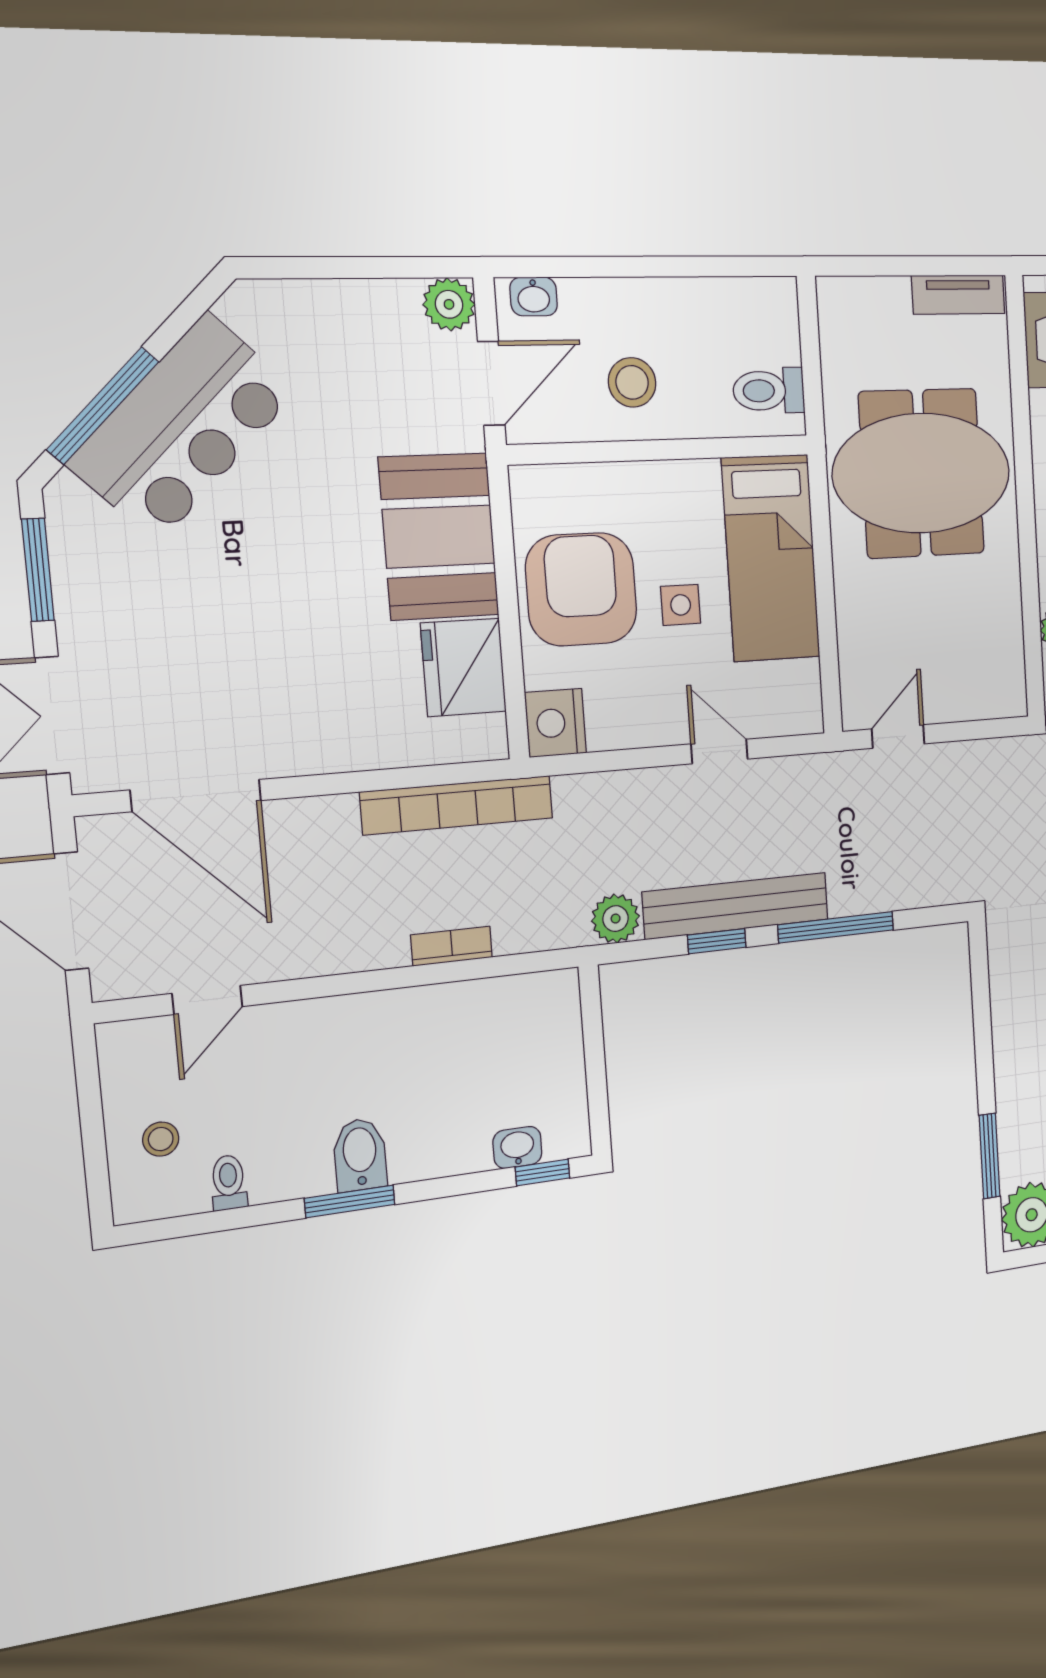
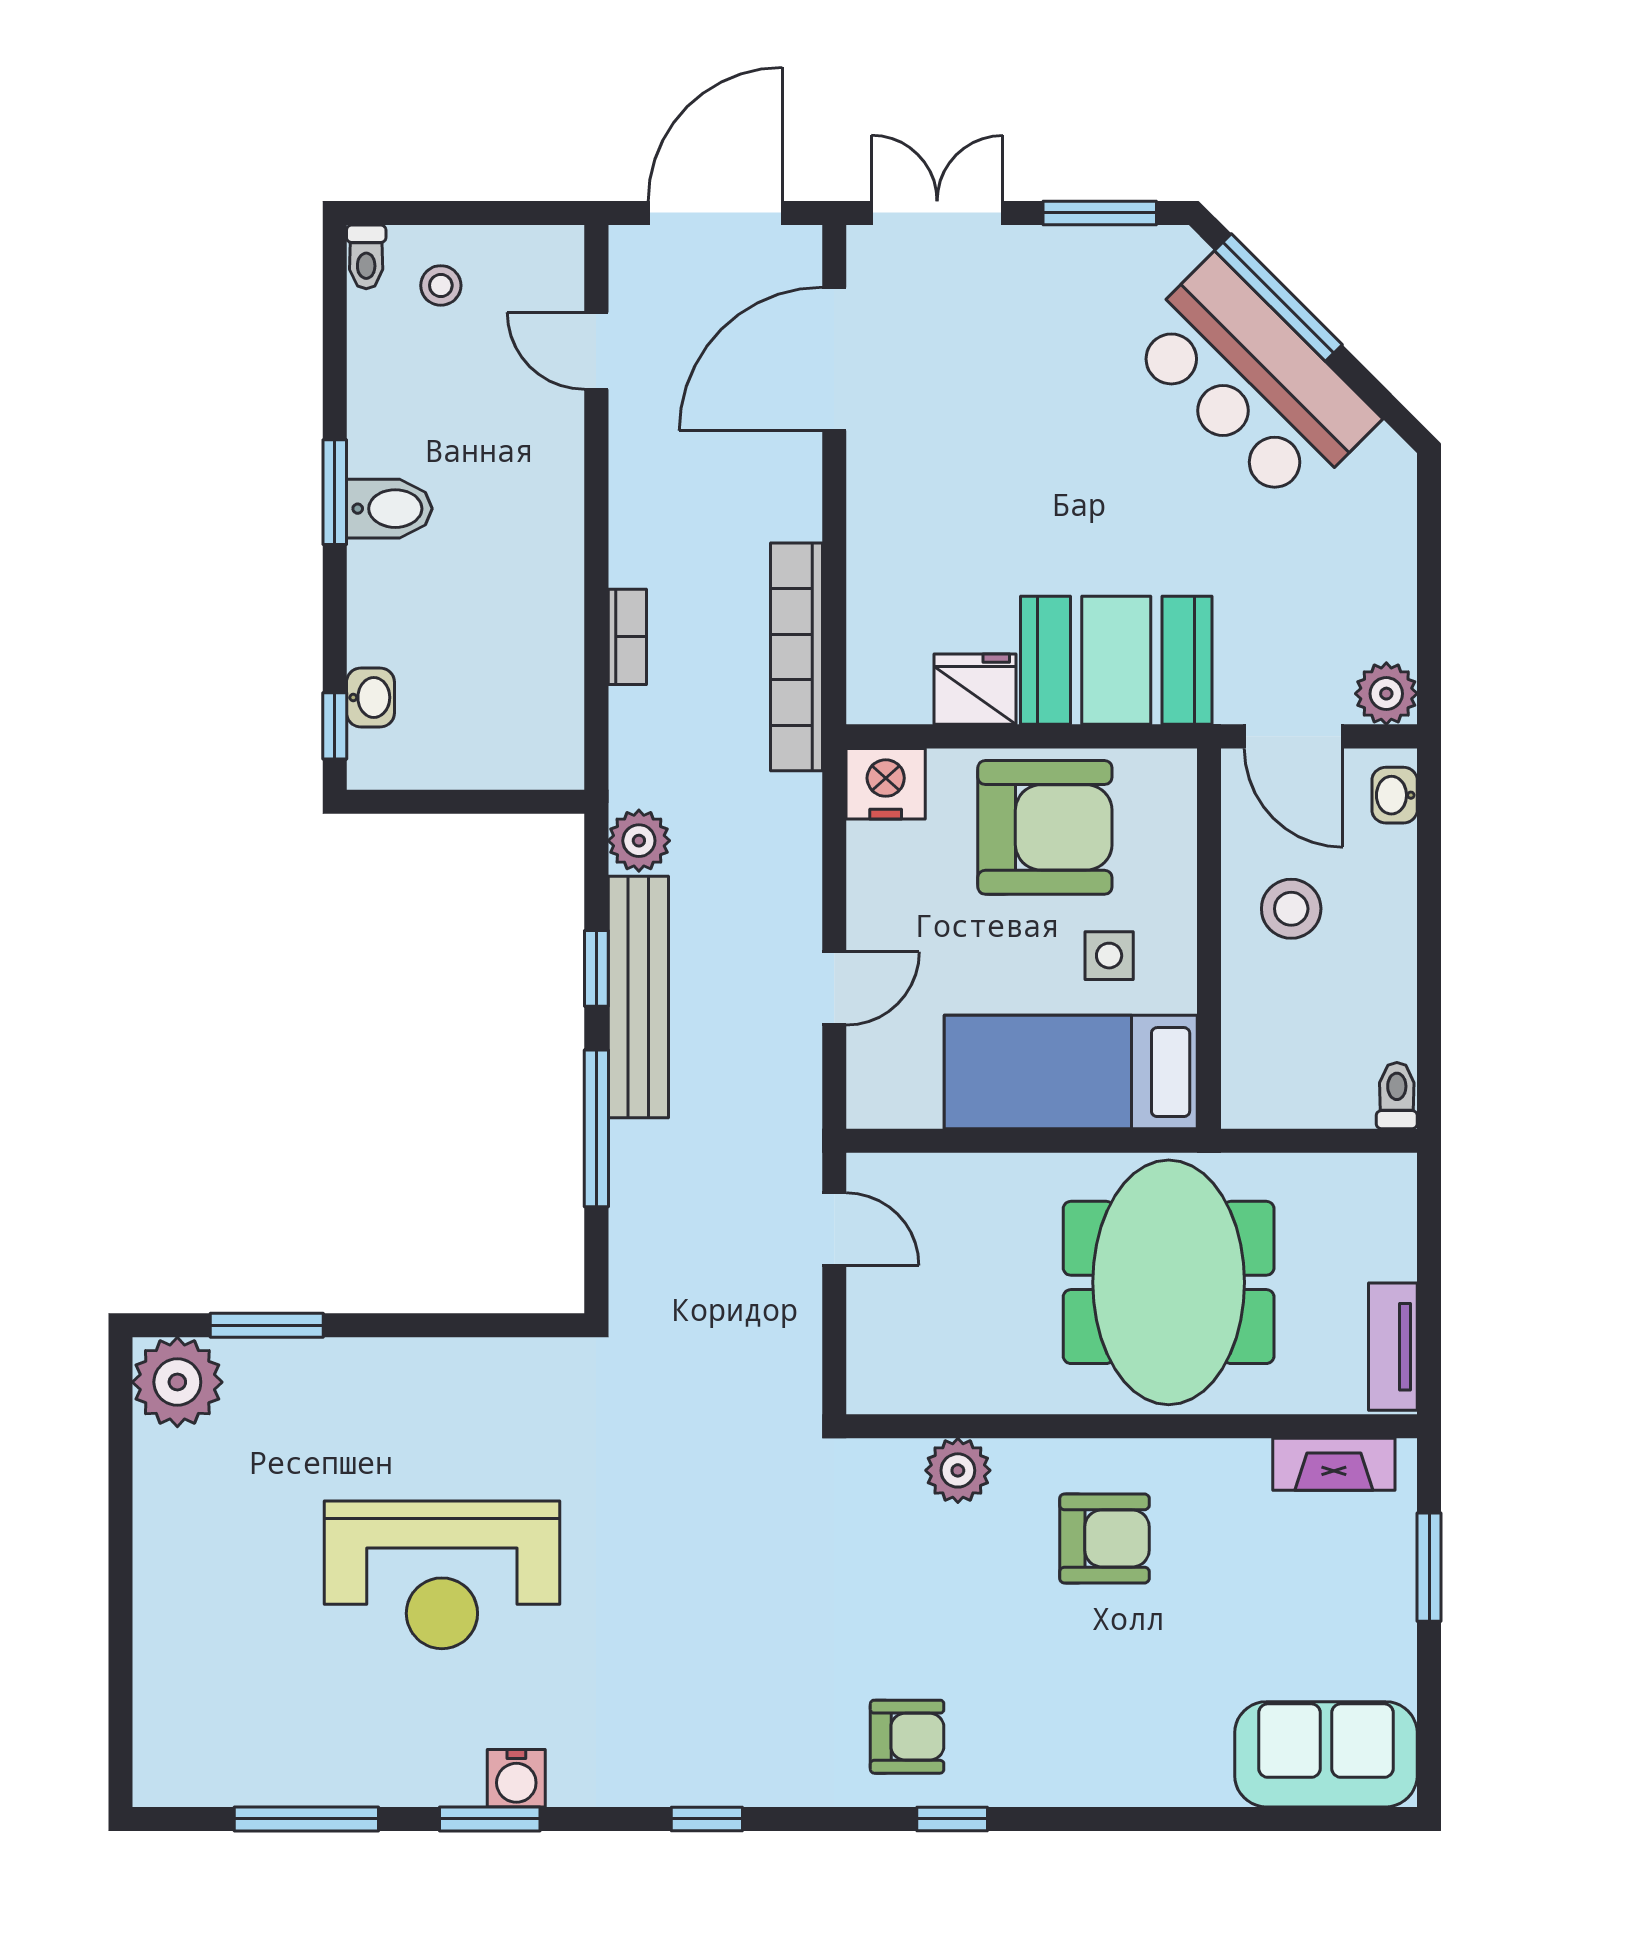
toilet: (769, 391) -> (1397, 1096), moved, width x0.73, depth x0.72
side table: (681, 605) -> (1109, 956), moved
fridge: (463, 667) -> (975, 689), width x0.73, depth x0.75
toilet: (229, 1183) -> (366, 257), moved, turned 90

